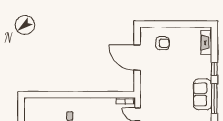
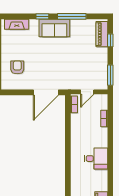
door: (137, 58) -> (46, 92), moved
sofa: (203, 94) -> (54, 28), moved

